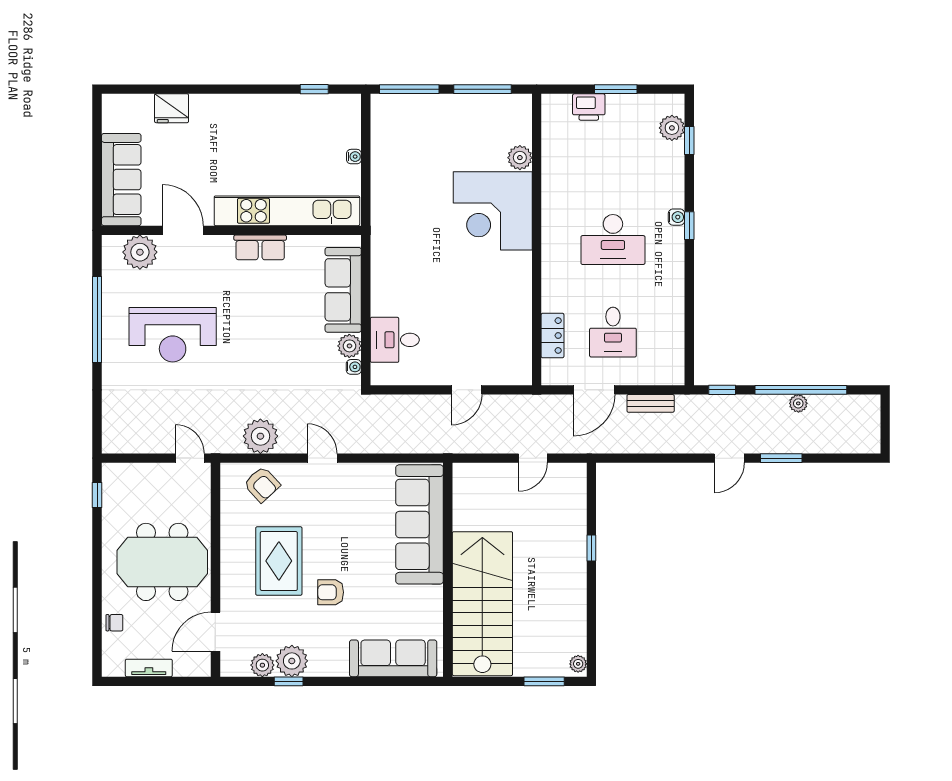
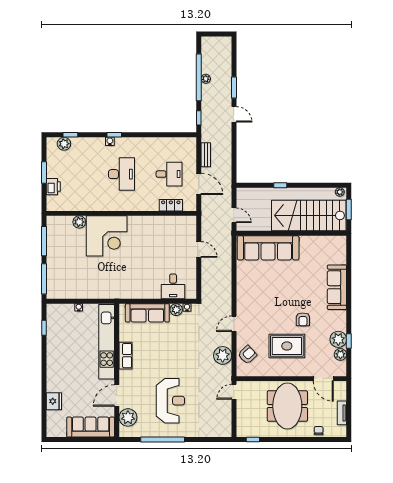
sofa: (420, 524) -> (268, 248), moved
wall: (448, 570) -> (291, 233), moved
stairs: (482, 604) -> (309, 215), moved

